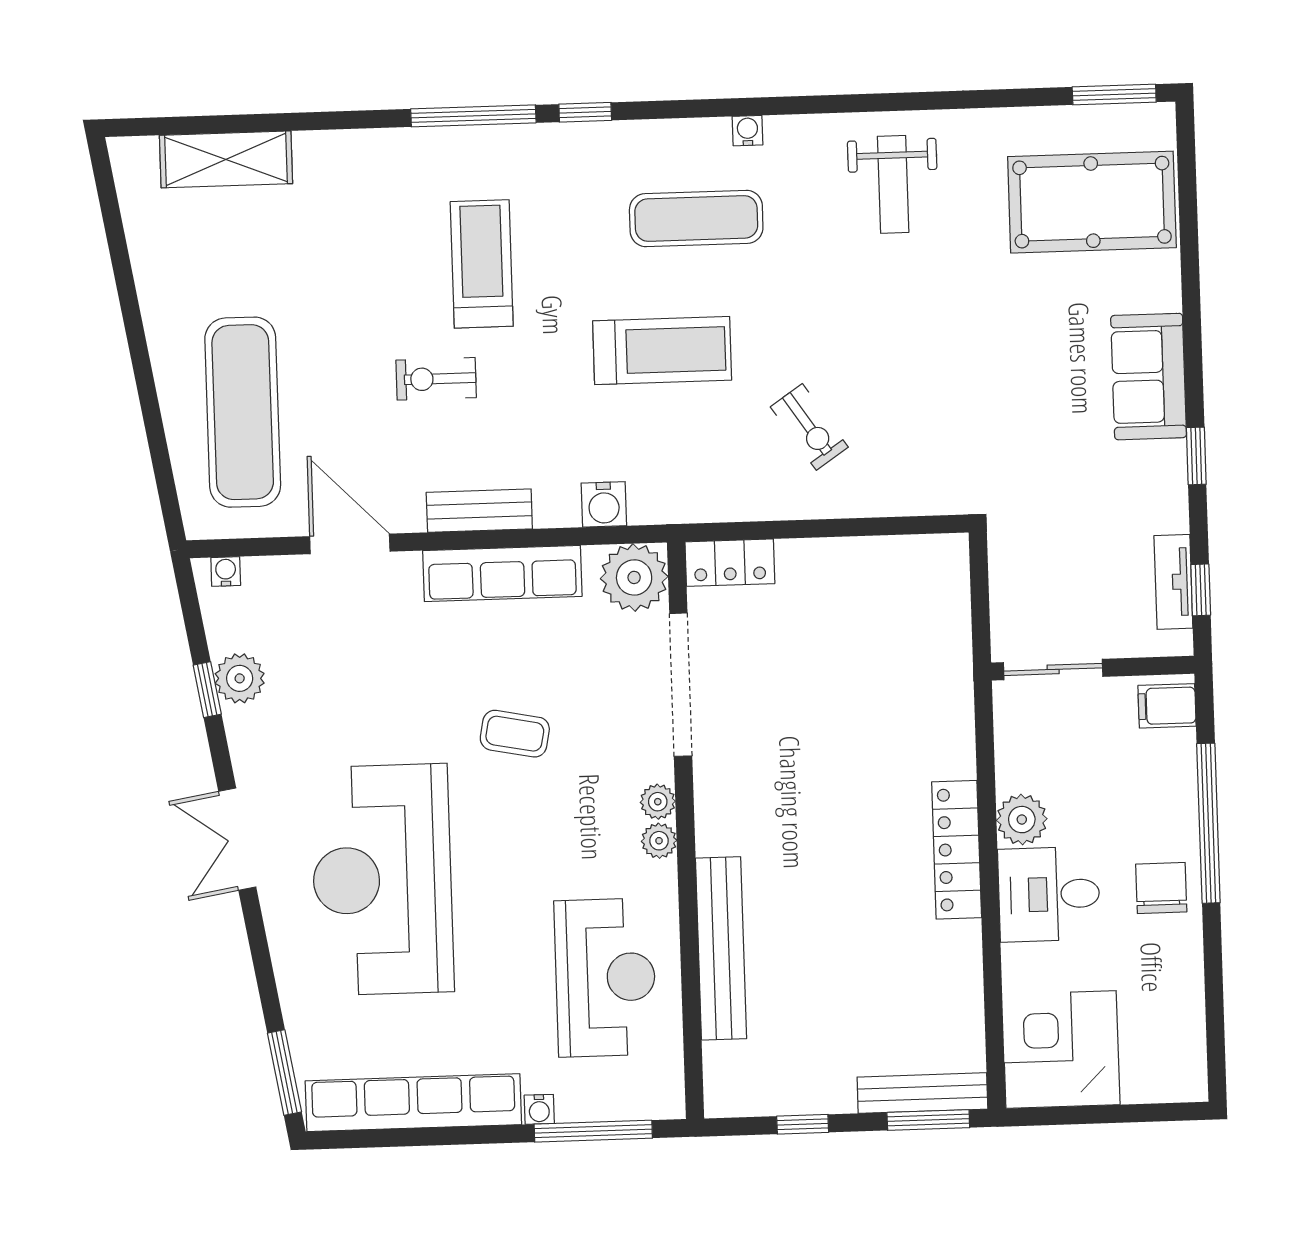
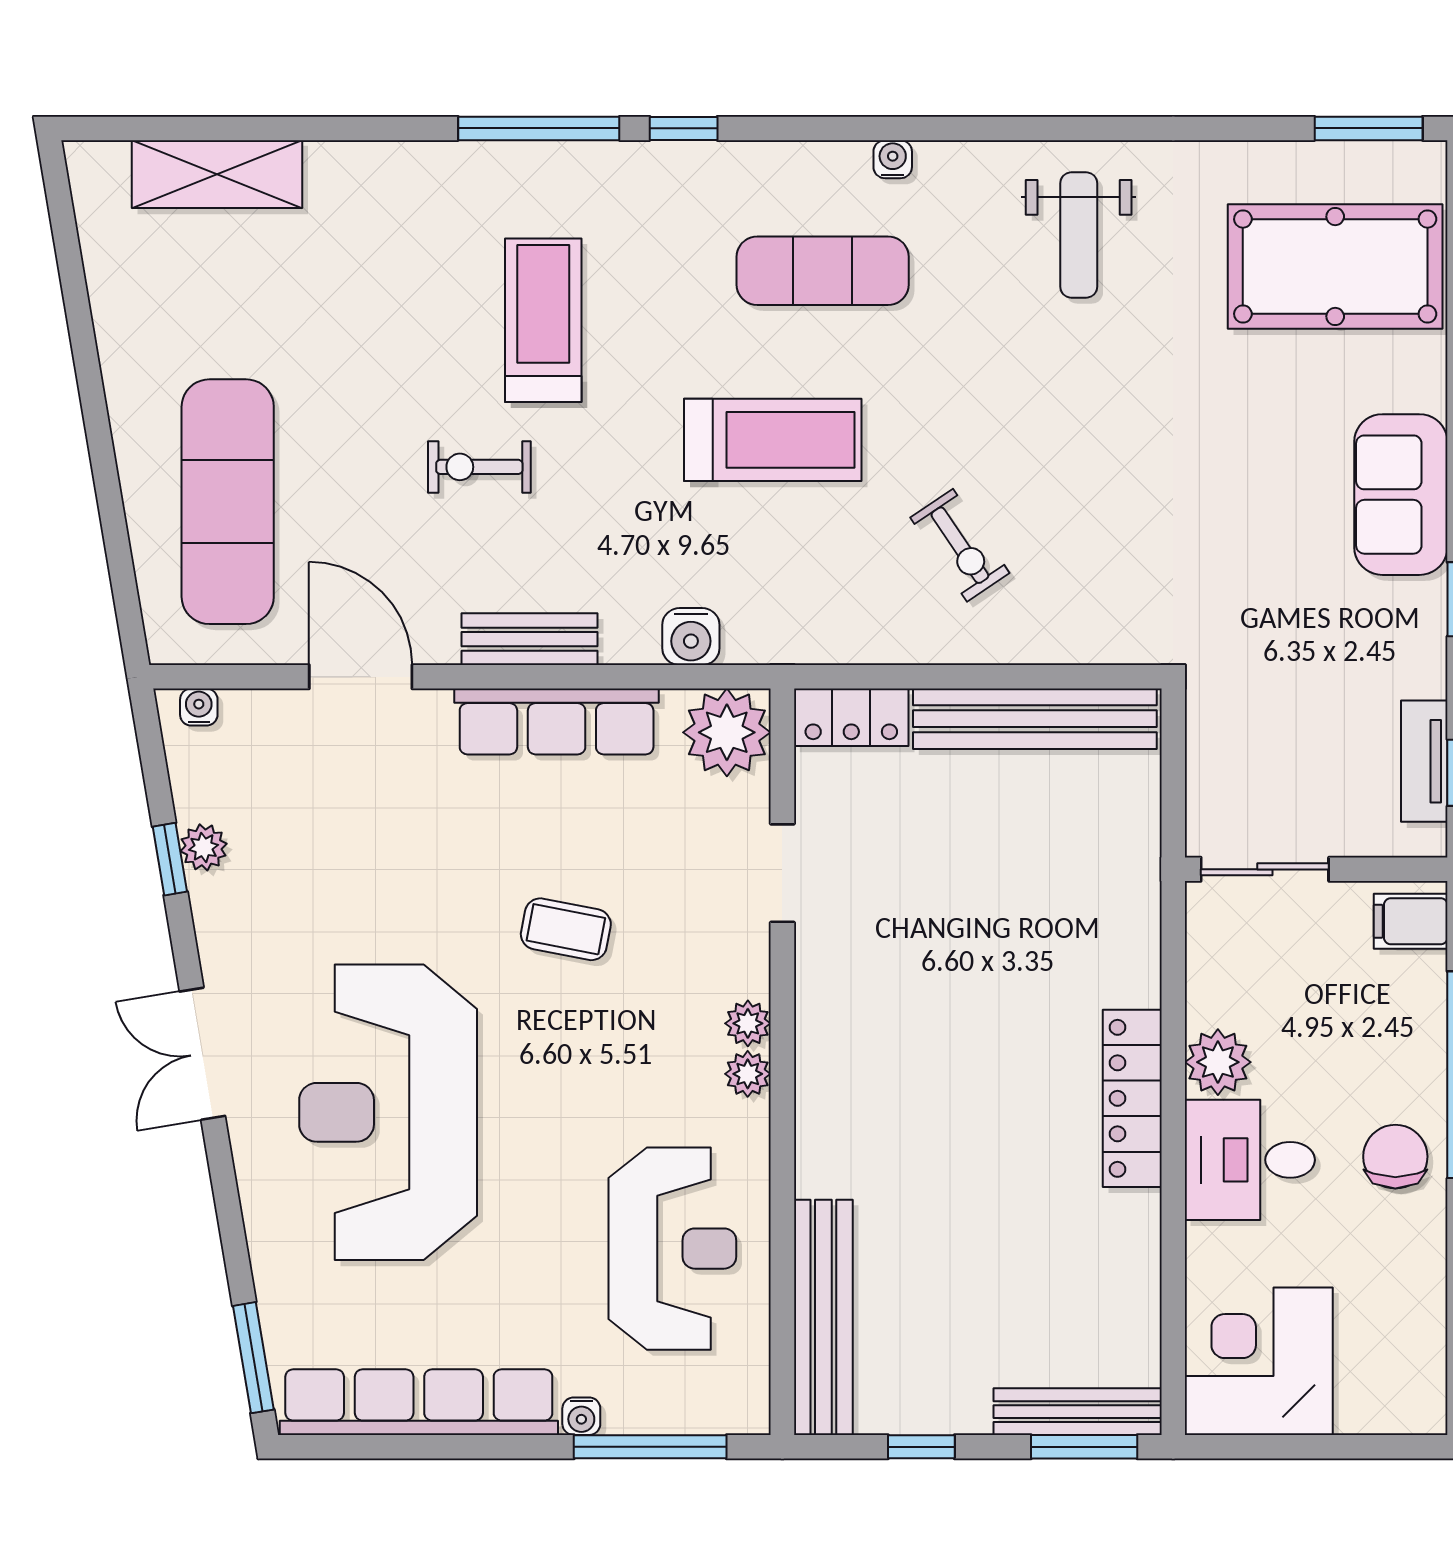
bench: (872, 559) -> (1035, 719), added
plant: (240, 678) -> (204, 847), width x0.73, depth x0.73
doorway: (681, 685) -> (782, 873), width x0.53
bench: (721, 948) -> (823, 1317), moved

